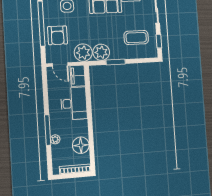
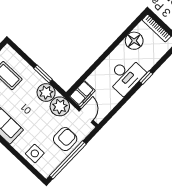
desk: (74, 103) -> (126, 76), moved, turned 180
window: (48, 130) -> (146, 78), width x0.46
plant: (55, 139) -> (148, 65), removed

